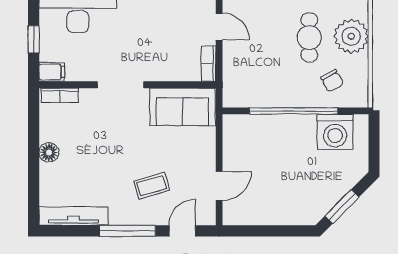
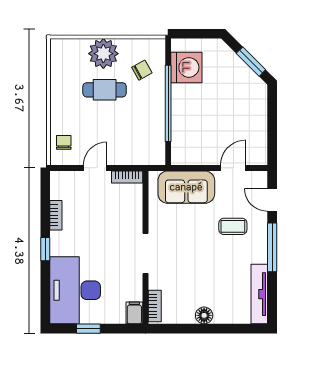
window: (34, 39) -> (88, 329), moved
sofa: (182, 107) -> (186, 187), moved, turned 90
coffee table: (152, 186) -> (233, 226), turned -74
door: (219, 186) -> (233, 168), hinge flipped

